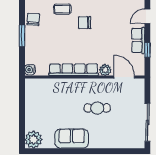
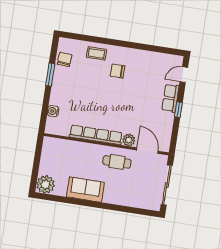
row of seats: (74, 70) -> (96, 135), moved
plant: (105, 70) -> (129, 140), moved
wall: (85, 77) -> (106, 144), moved
door: (124, 77) -> (147, 151), moved

